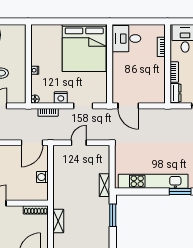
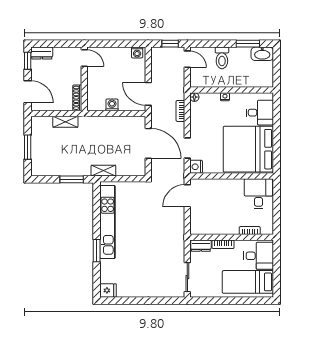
desk: (50, 37) -> (260, 113), added
nightstand: (61, 98) -> (196, 167), moved
door: (79, 143) -> (148, 143), width x1.87

